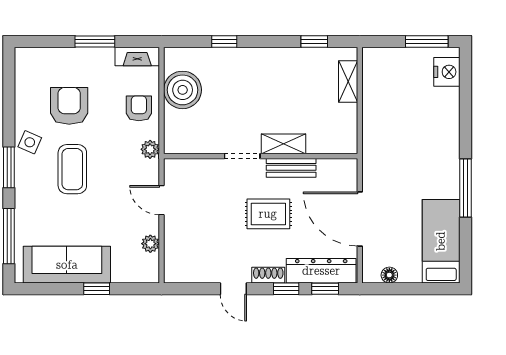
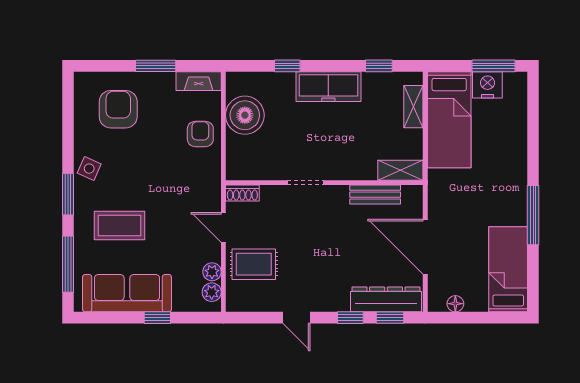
freezer: (265, 62) -> (328, 87), added
nightstand: (447, 72) -> (487, 85), moved, turned -90
bed: (383, 94) -> (449, 120), added
armchair: (69, 106) -> (118, 109), moved
shelving: (284, 144) -> (400, 170), moved
plant: (150, 149) -> (212, 292), moved
bench: (291, 168) -> (375, 195), moved
coffee table: (72, 169) -> (119, 225), moved, turned 90
rug: (268, 214) -> (254, 264), moved
shoe rack: (268, 275) -> (242, 193), moved, turned 180

